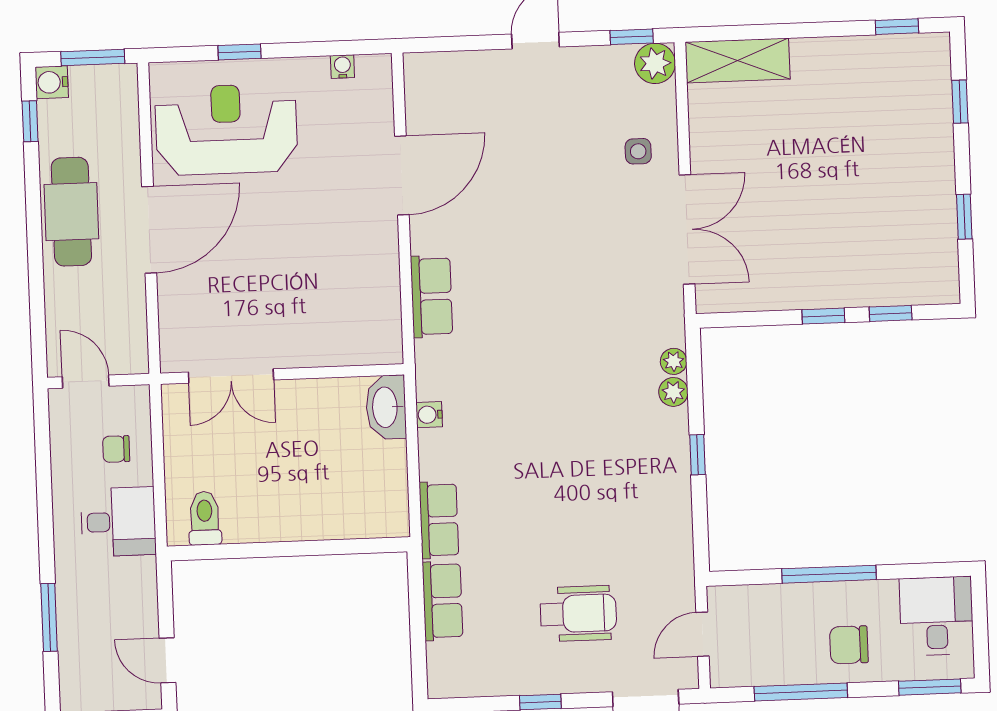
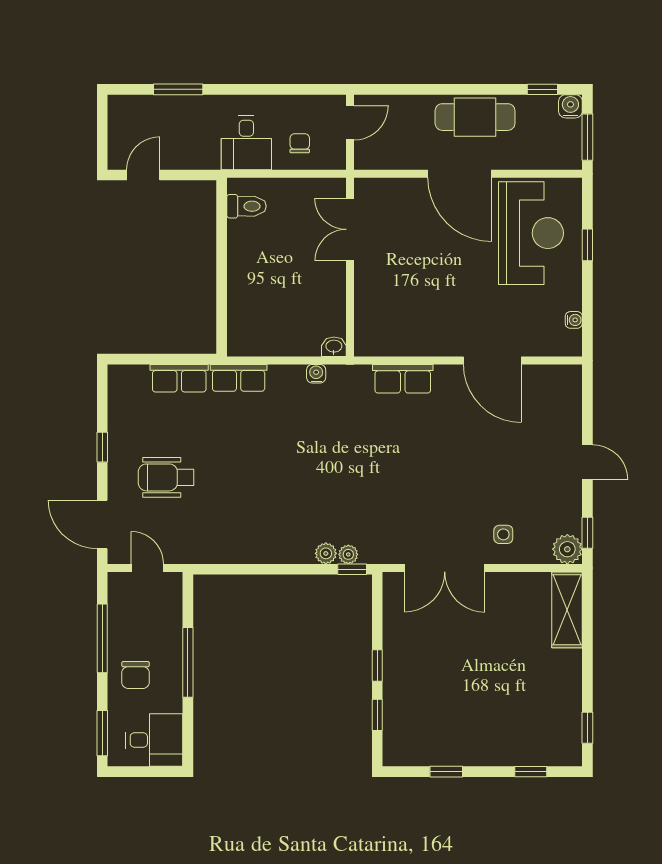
washbasin: (386, 407) -> (334, 347), width x0.52, depth x0.69
window: (697, 455) -> (352, 569), moved
wheelchair: (578, 614) -> (166, 477), turned 90
chair: (849, 645) -> (136, 675), turned 180

